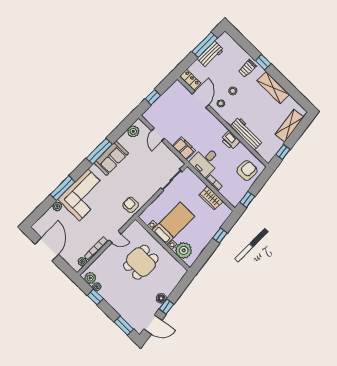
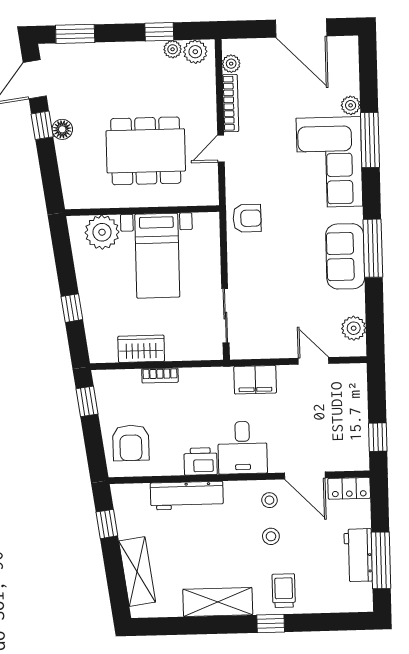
window: (153, 97) -> (378, 437), moved
desk: (205, 161) -> (243, 448), moved, turned 180
dining table: (141, 262) -> (146, 151), width x1.38

